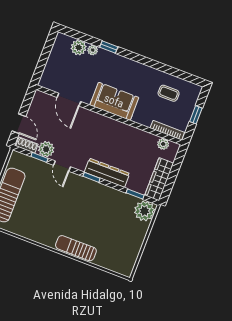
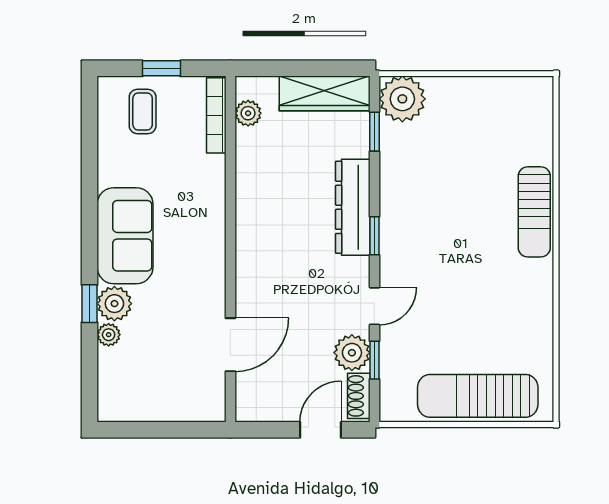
plant: (79, 48) -> (114, 304), moved
coffee table: (169, 93) -> (143, 111), moved
sofa: (114, 101) -> (125, 236), moved, turned 180

